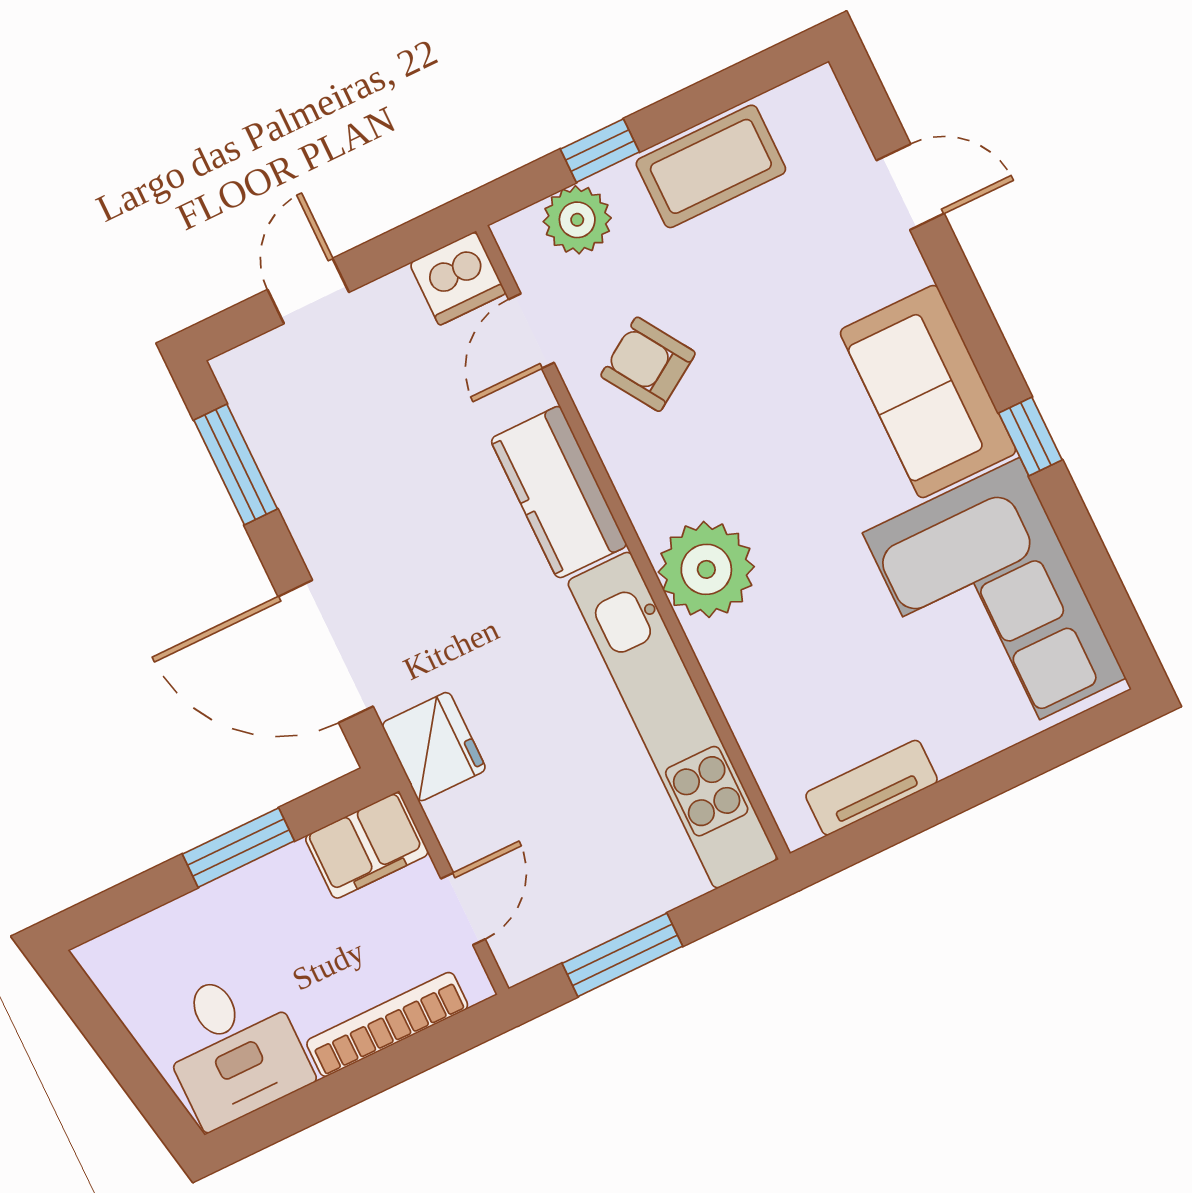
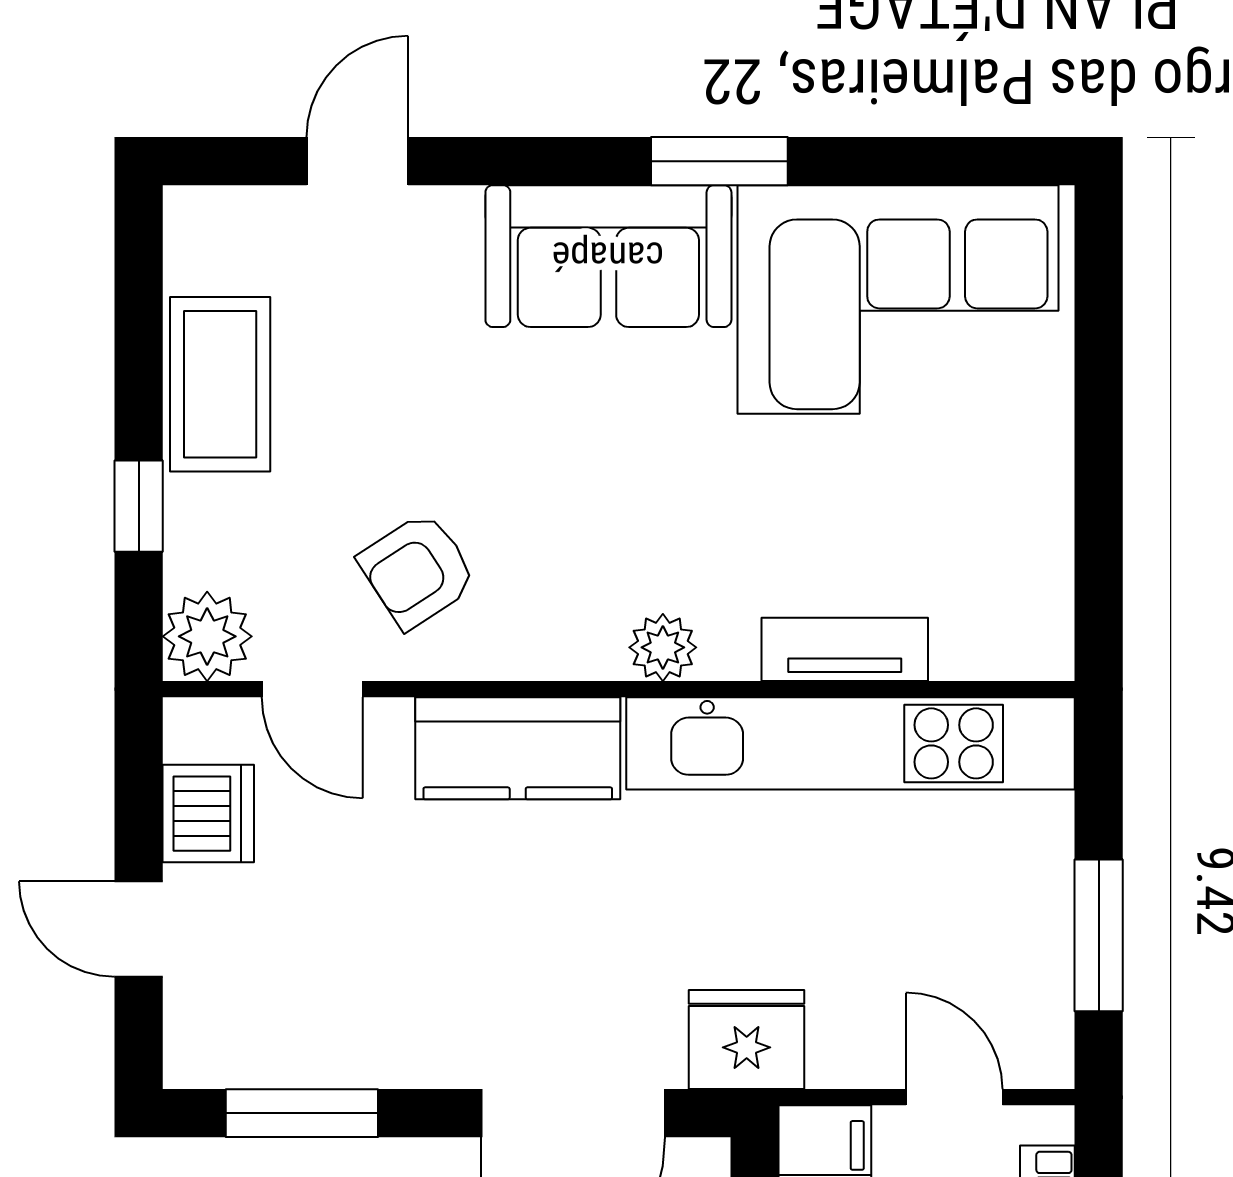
plant: (577, 220) -> (207, 636), moved
dishwasher: (458, 278) -> (208, 814), moved
window: (1030, 436) -> (719, 161), width x1.50
plant: (706, 569) -> (663, 647), width x0.53, depth x0.53
tv unit: (872, 788) -> (845, 649), moved, turned 90

